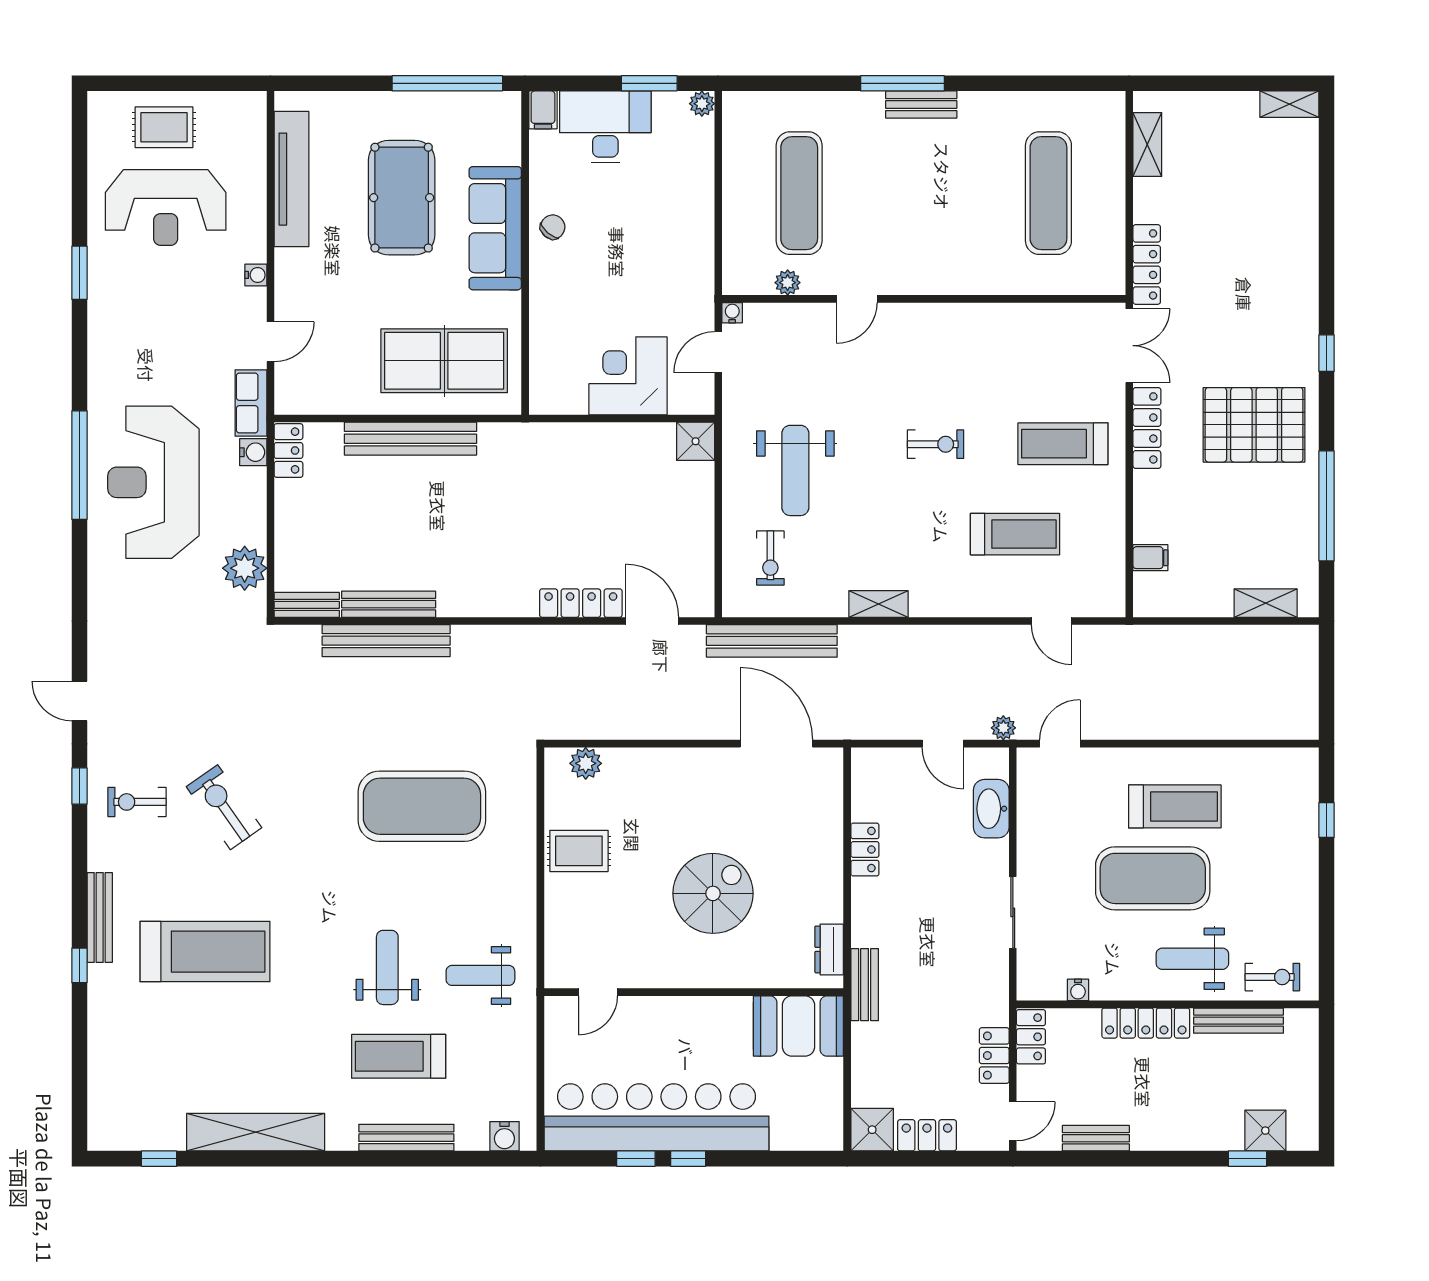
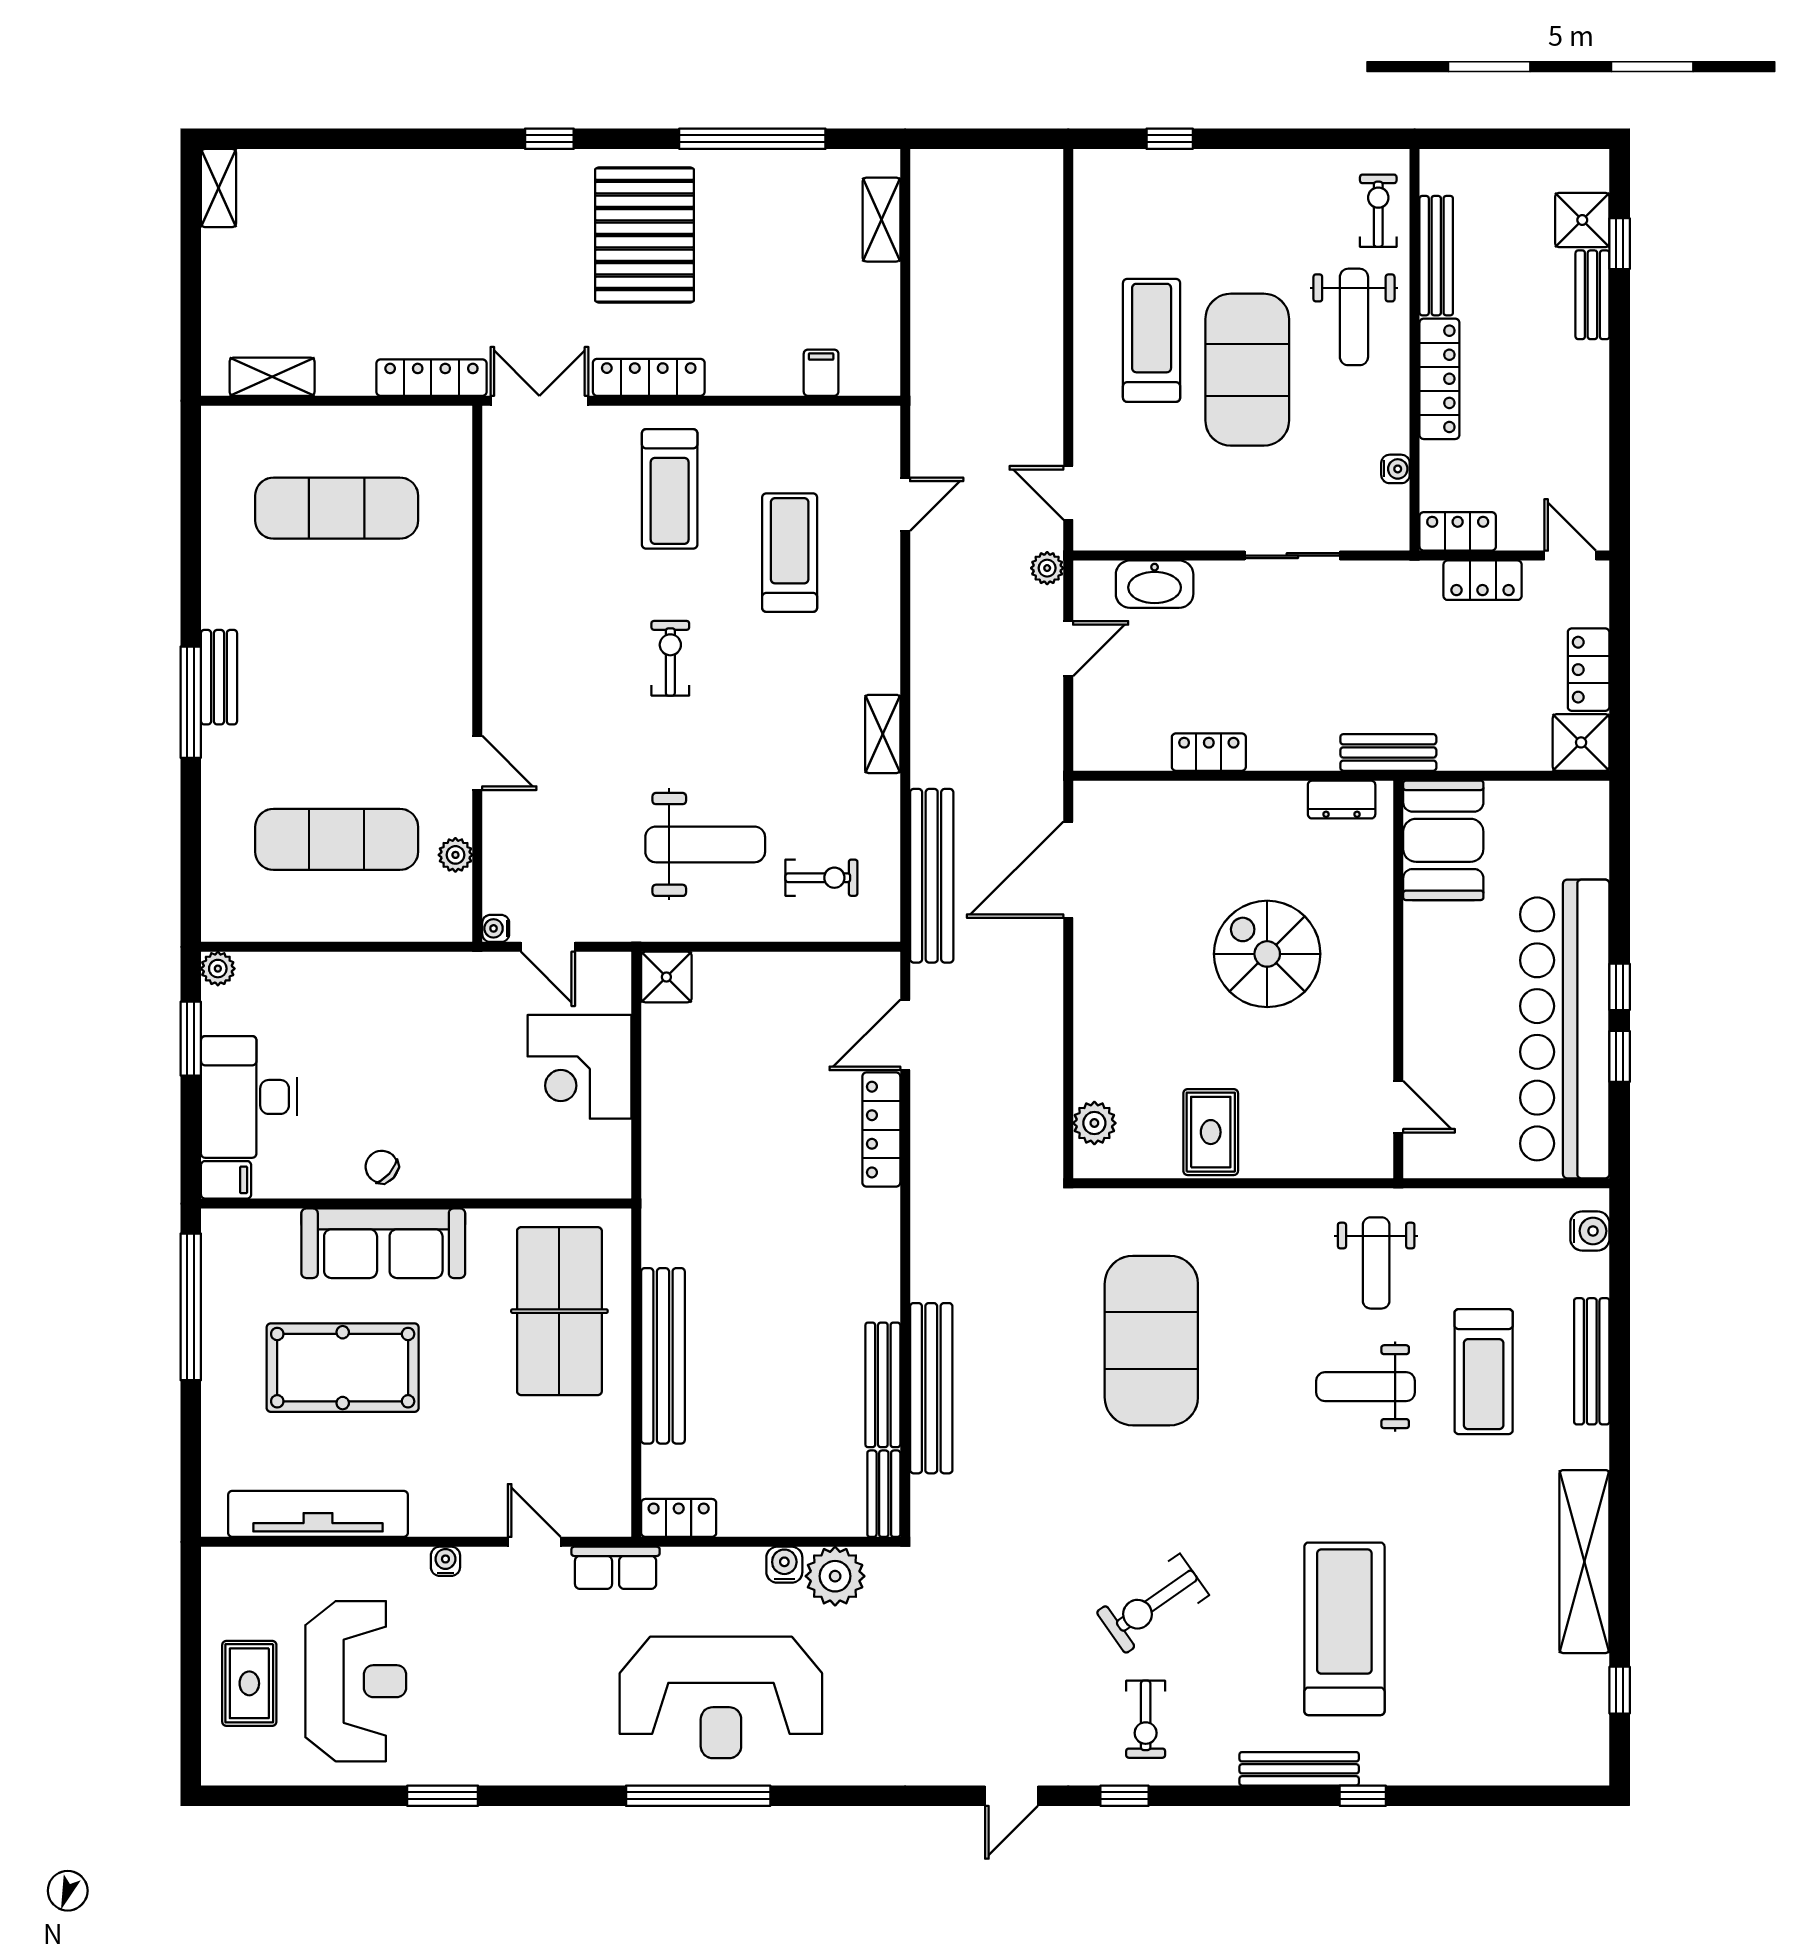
water cooler: (253, 452) -> (784, 1565), moved
bench: (1096, 1138) -> (1592, 295), moved

